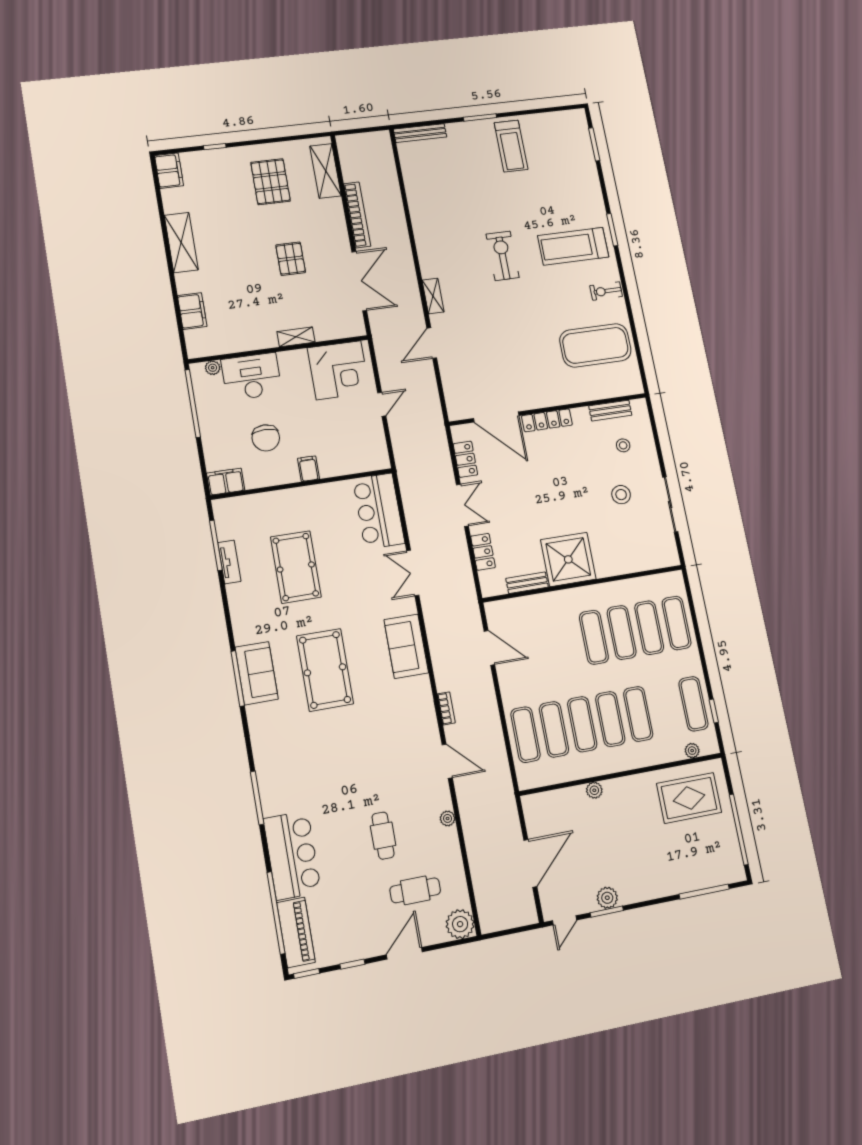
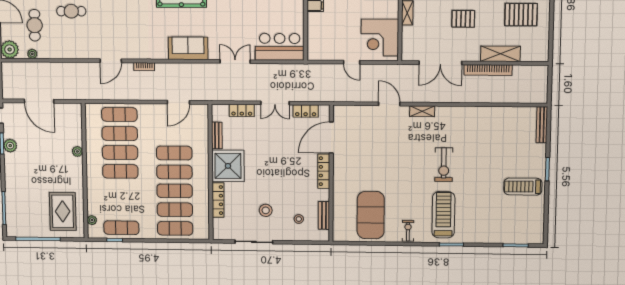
shelving: (326, 171) -> (500, 54), moved
exercise bike: (503, 256) -> (444, 165), turned 90
locker: (621, 566) -> (218, 200), added
exercise mat: (638, 714) -> (174, 153), moved
plant: (448, 818) -> (32, 54), moved

